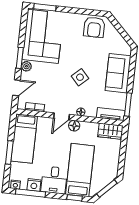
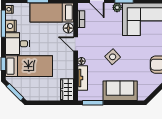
tv unit: (111, 114) -> (83, 78), moved
floor lamp: (74, 126) -> (68, 28), moved

